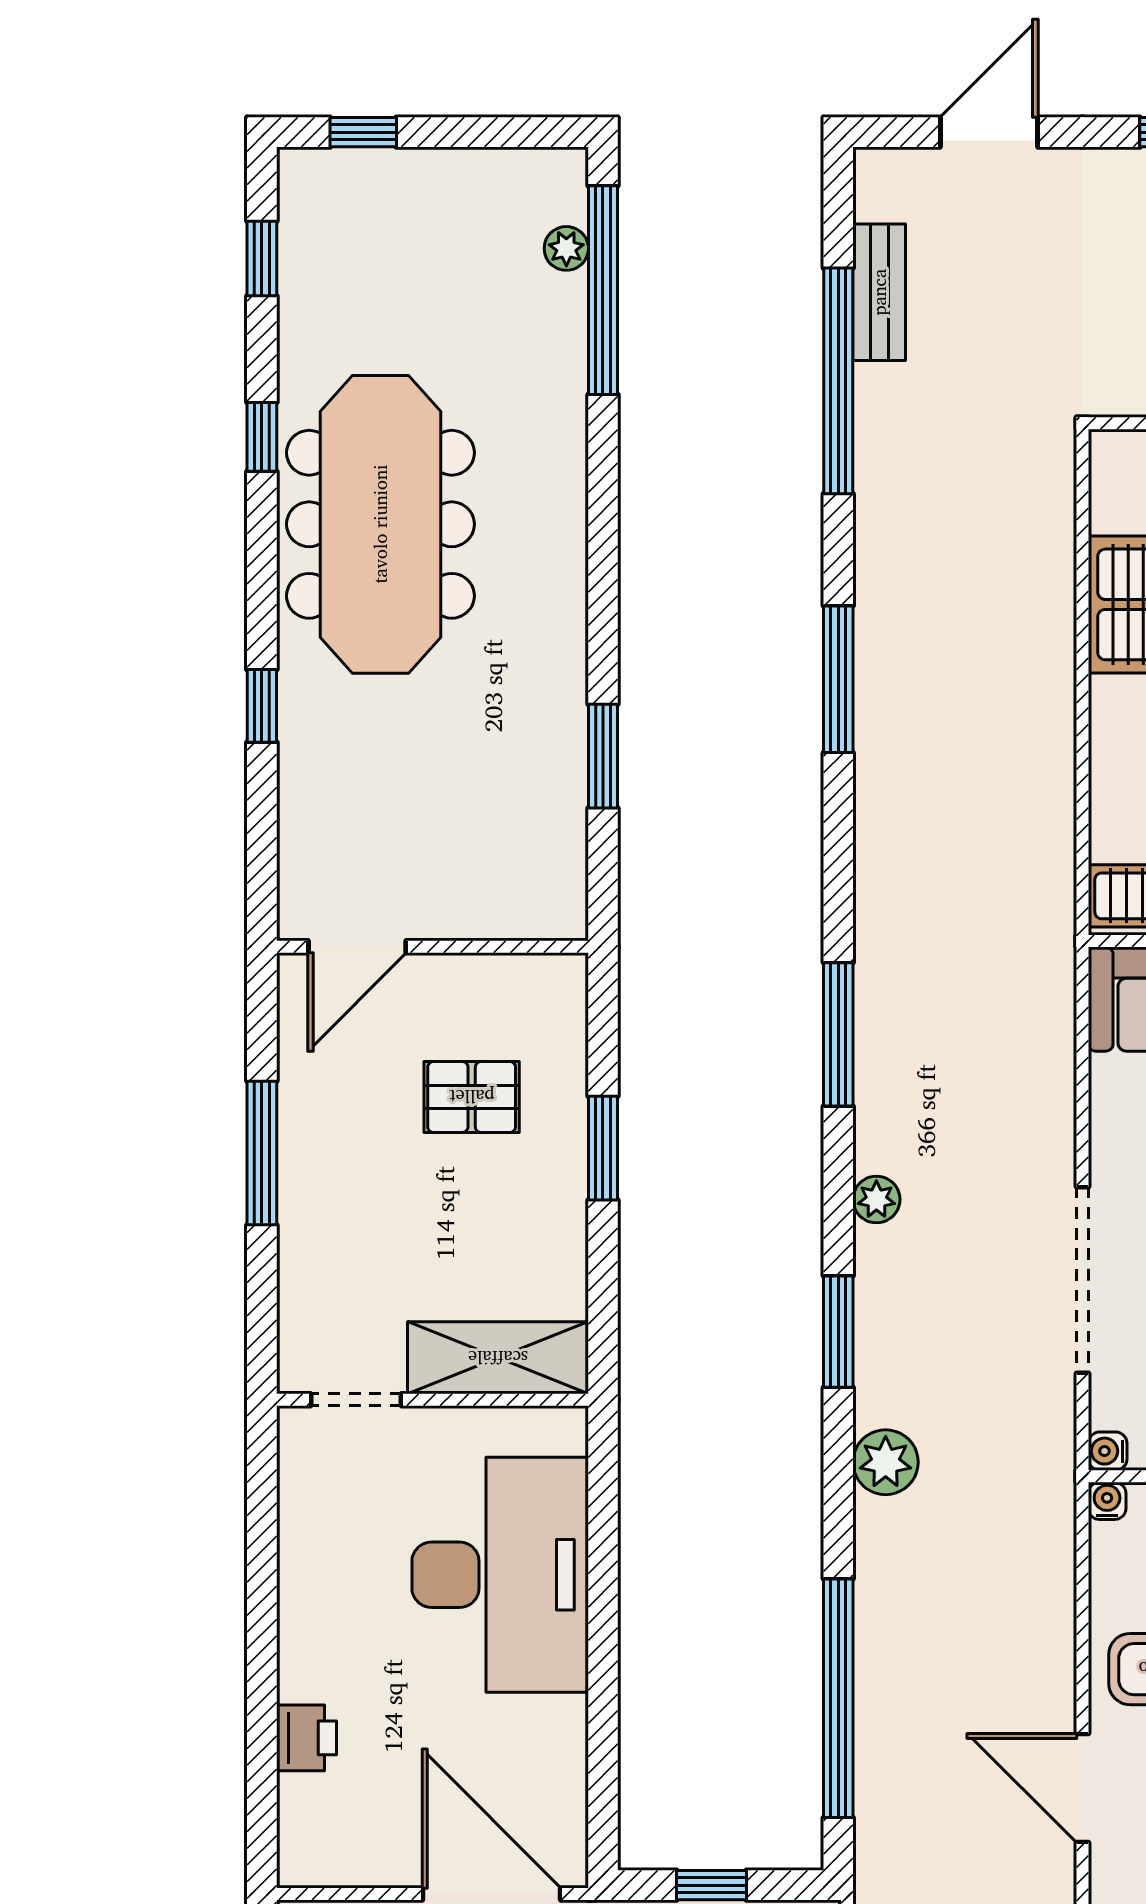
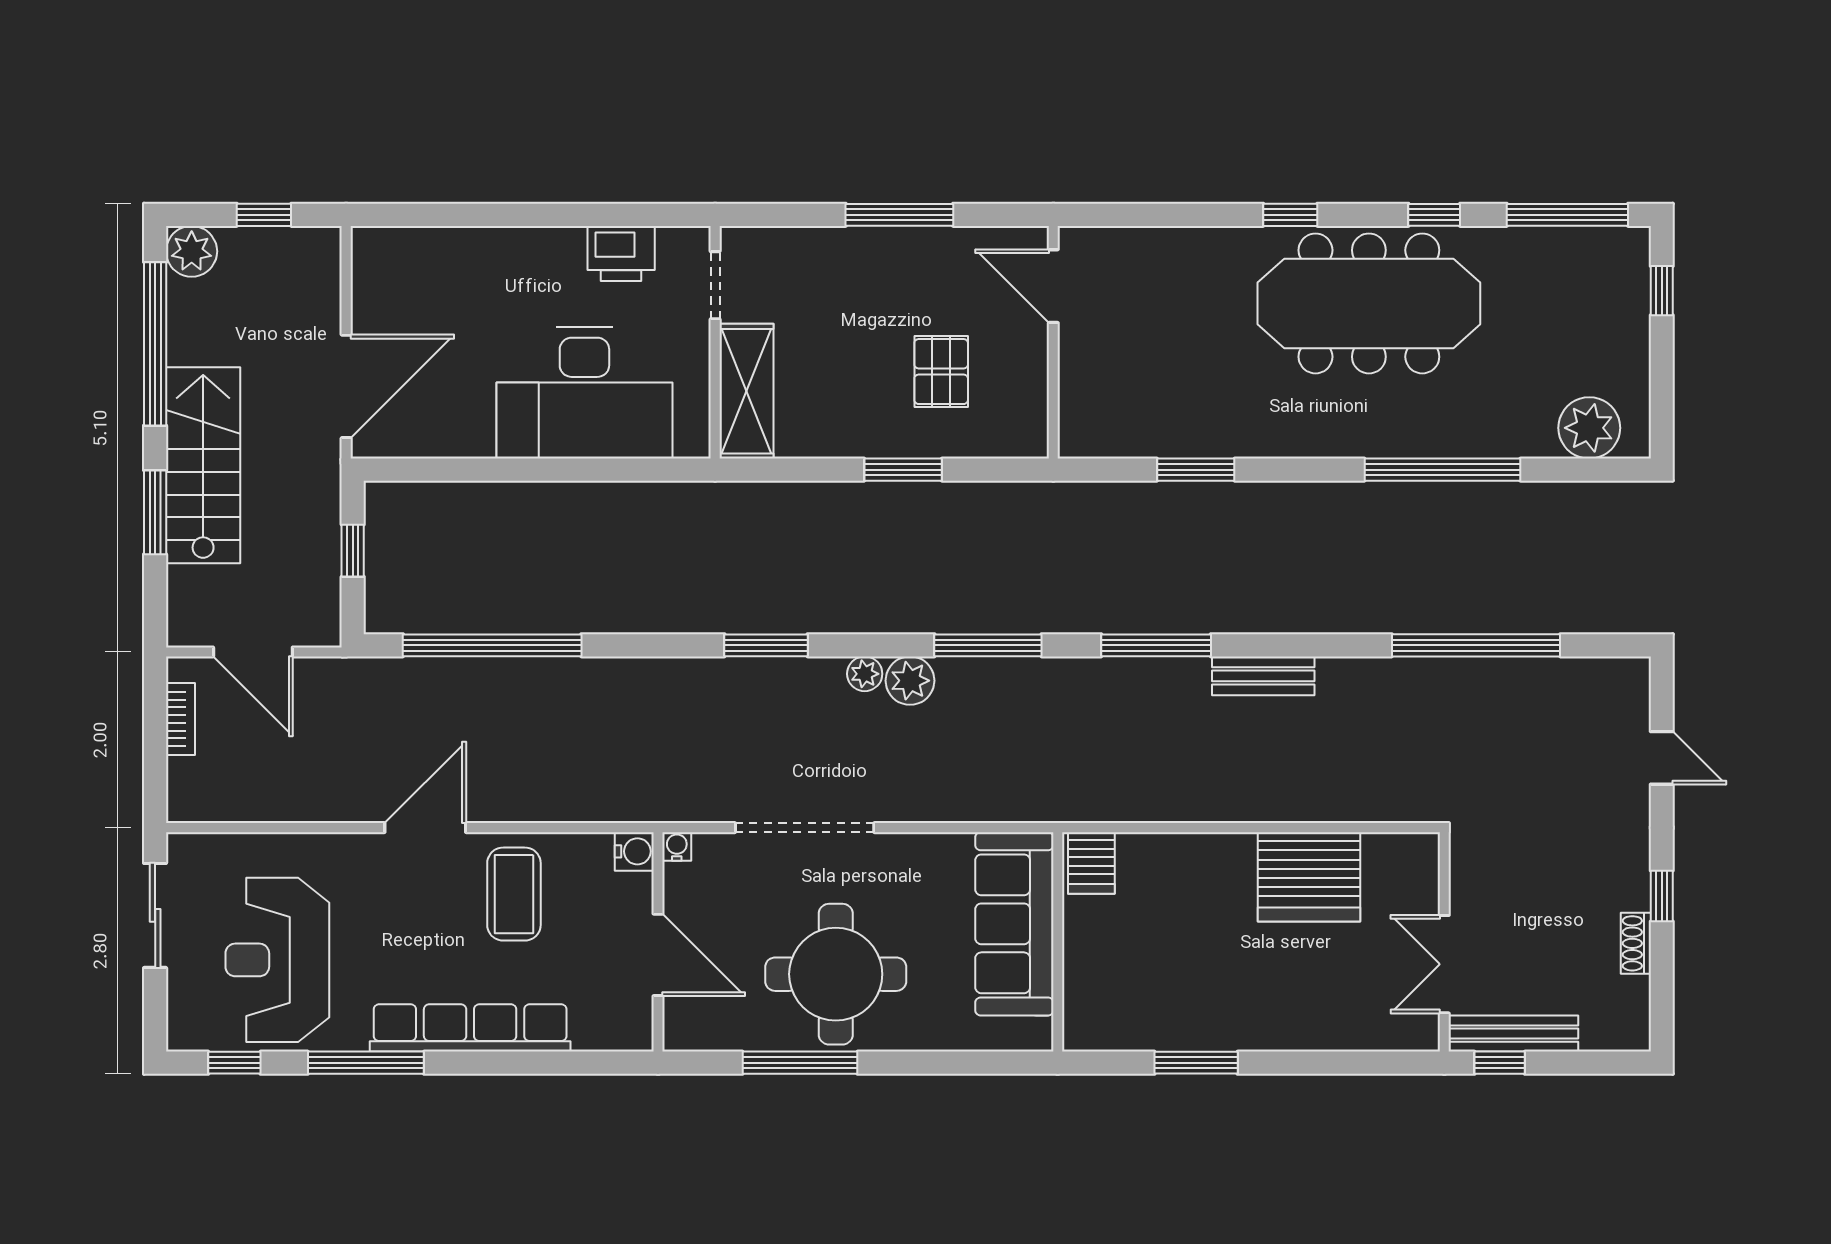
door: (989, 132) -> (1662, 758), width x0.73
plant: (566, 248) -> (1589, 428), width x1.88, depth x1.88
window: (262, 258) -> (1567, 215), width x2.17
window: (603, 290) -> (1442, 470), moved
bench: (879, 292) -> (1263, 676), moved
window: (838, 679) -> (1156, 645), moved
window: (262, 706) -> (1290, 215), moved
plant: (886, 1462) -> (910, 681), moved
water cooler: (1107, 1501) -> (634, 851), width x1.38, depth x1.38
printer: (306, 1738) -> (621, 254), moved, width x1.36, depth x1.24

